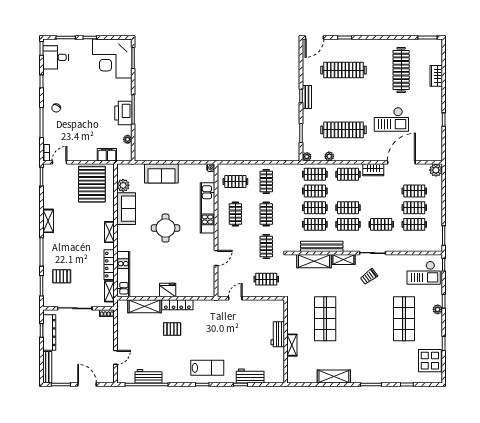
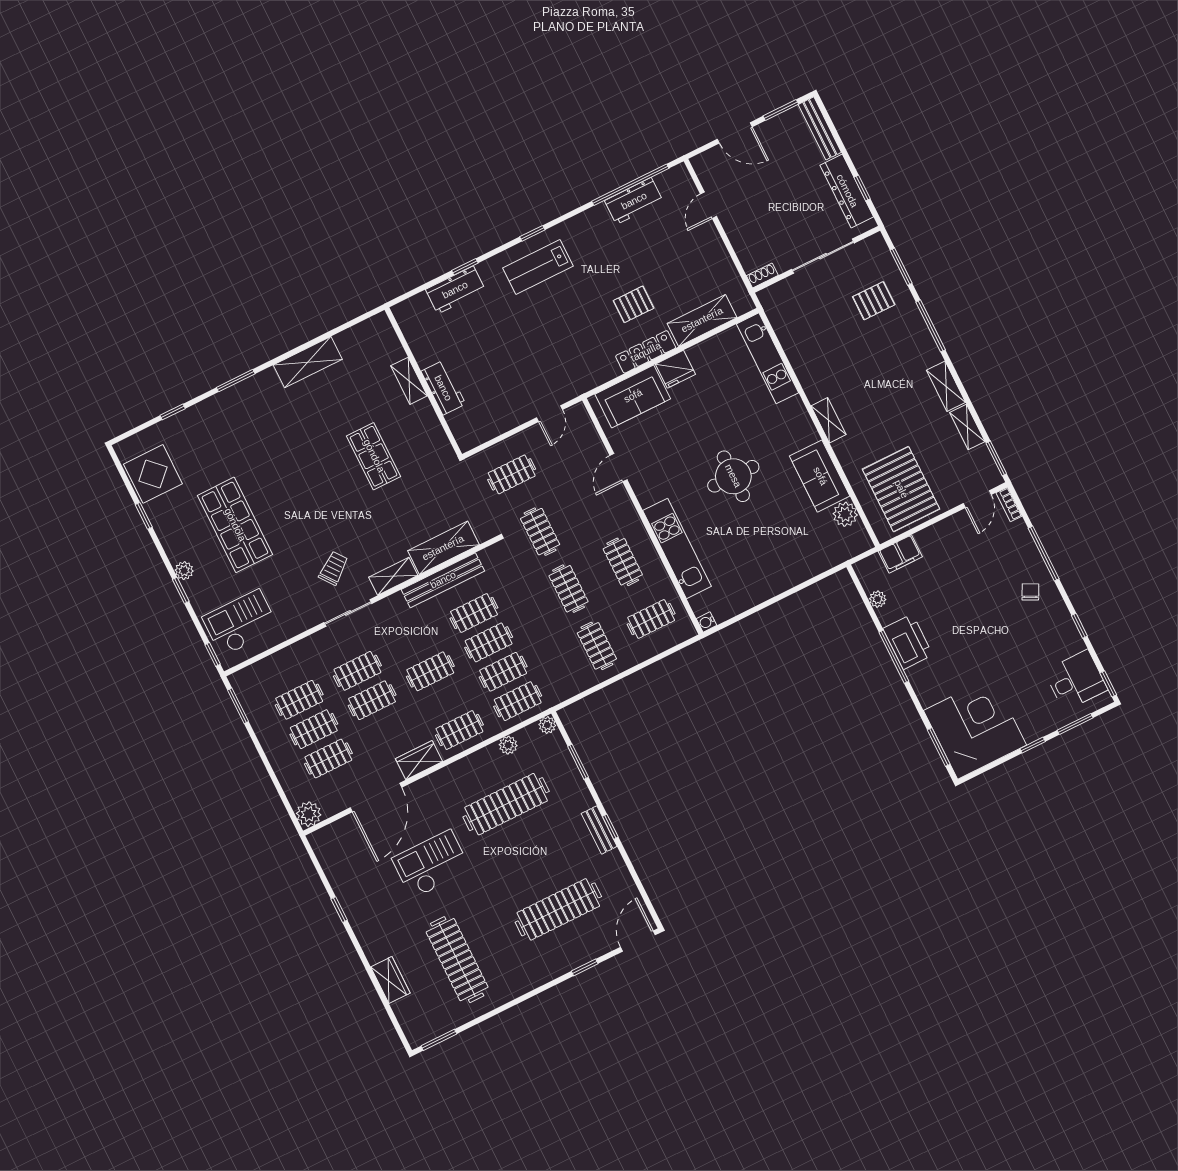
sofa: (161, 173) -> (633, 396), moved, turned 180
clothes rail: (348, 224) -> (372, 700), moved
locker: (109, 265) -> (800, 363), removed
shelving: (109, 291) -> (967, 427), moved
shop shelf: (325, 319) -> (374, 456), width x0.70, depth x0.74

